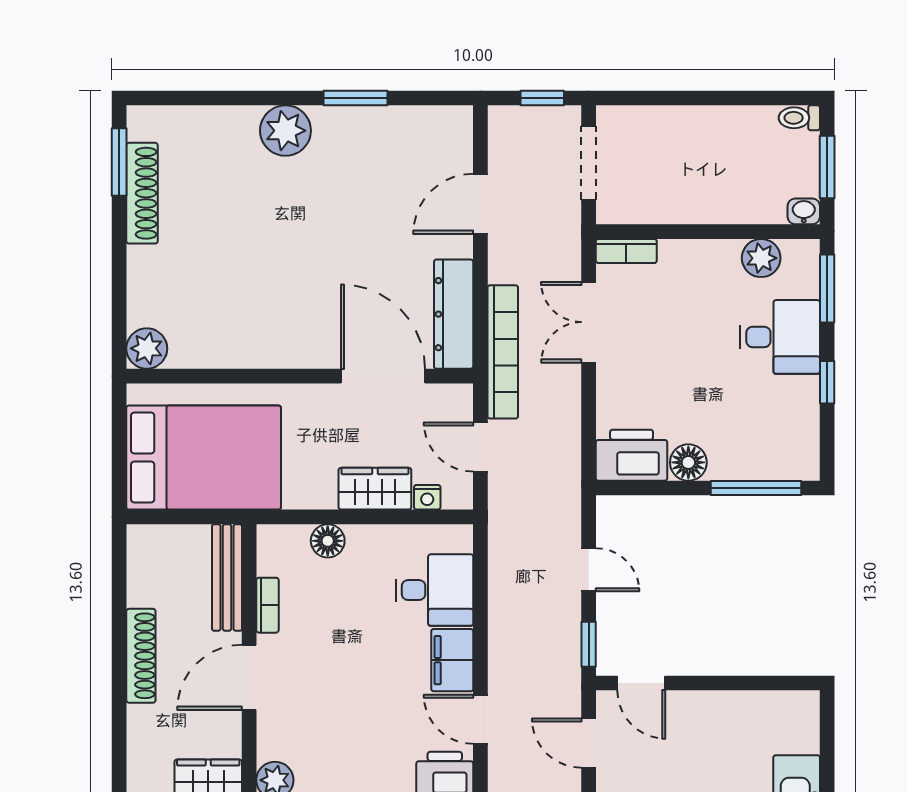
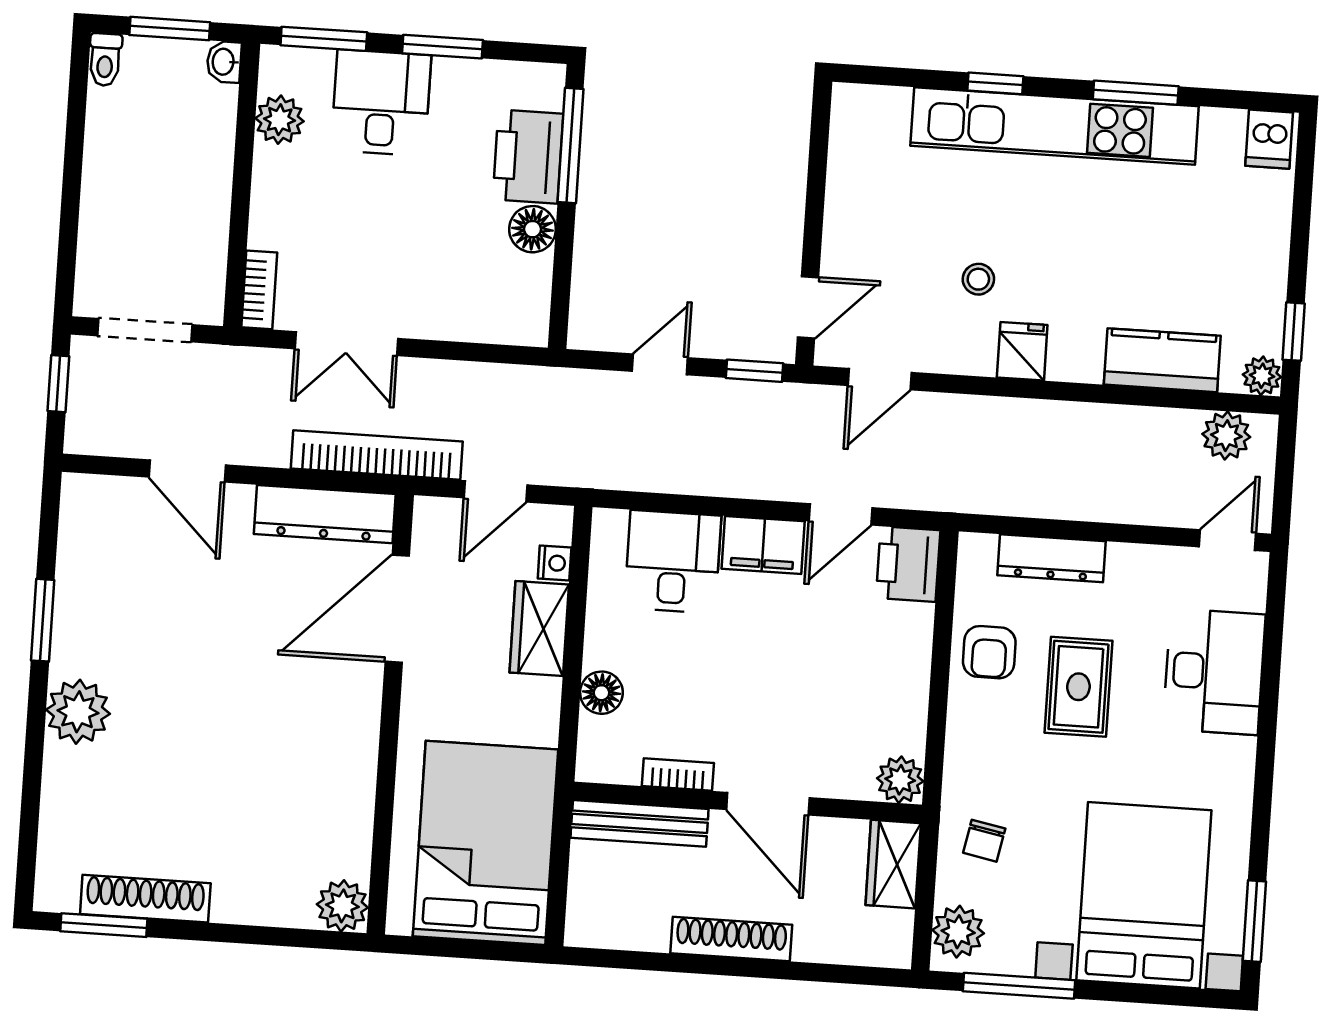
window: (827, 382) -> (442, 47), width x1.50
printer: (632, 455) -> (528, 157), moved

